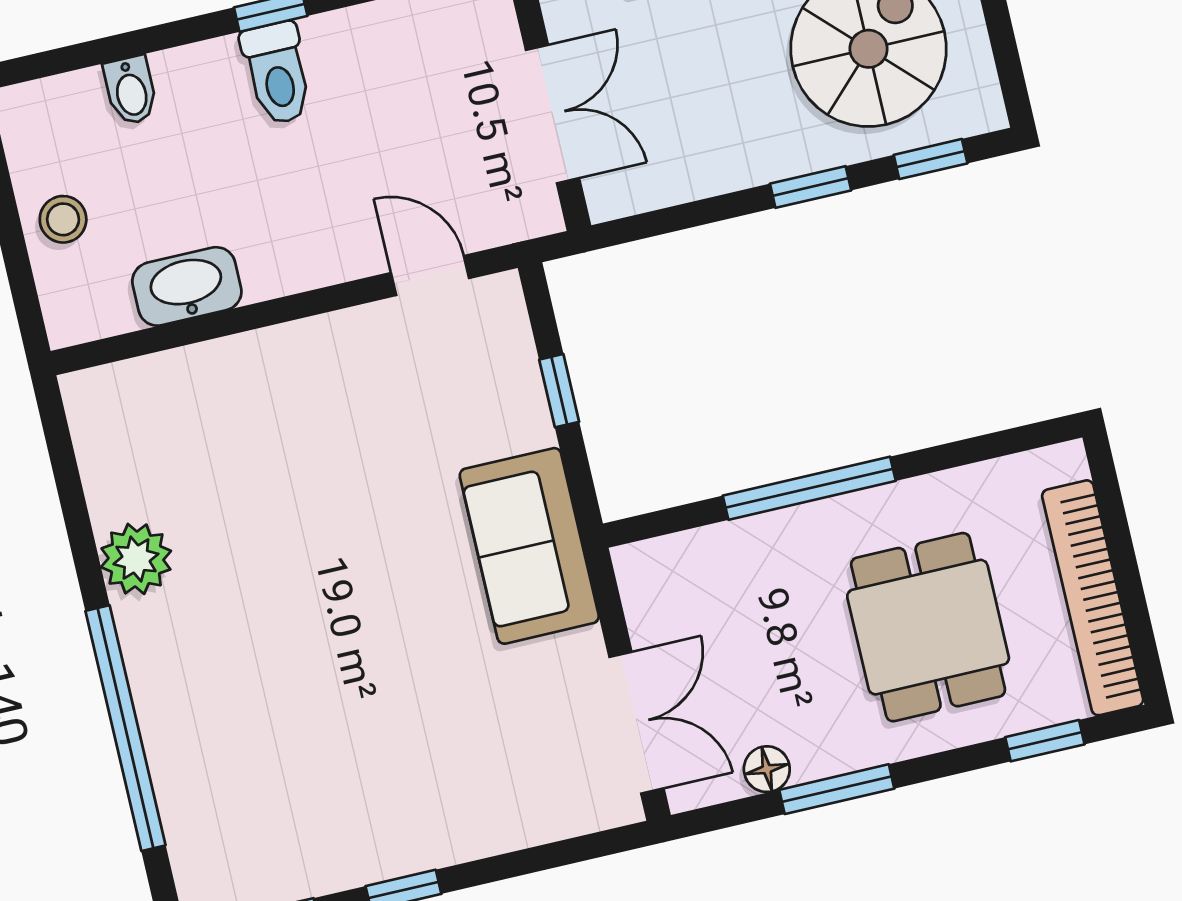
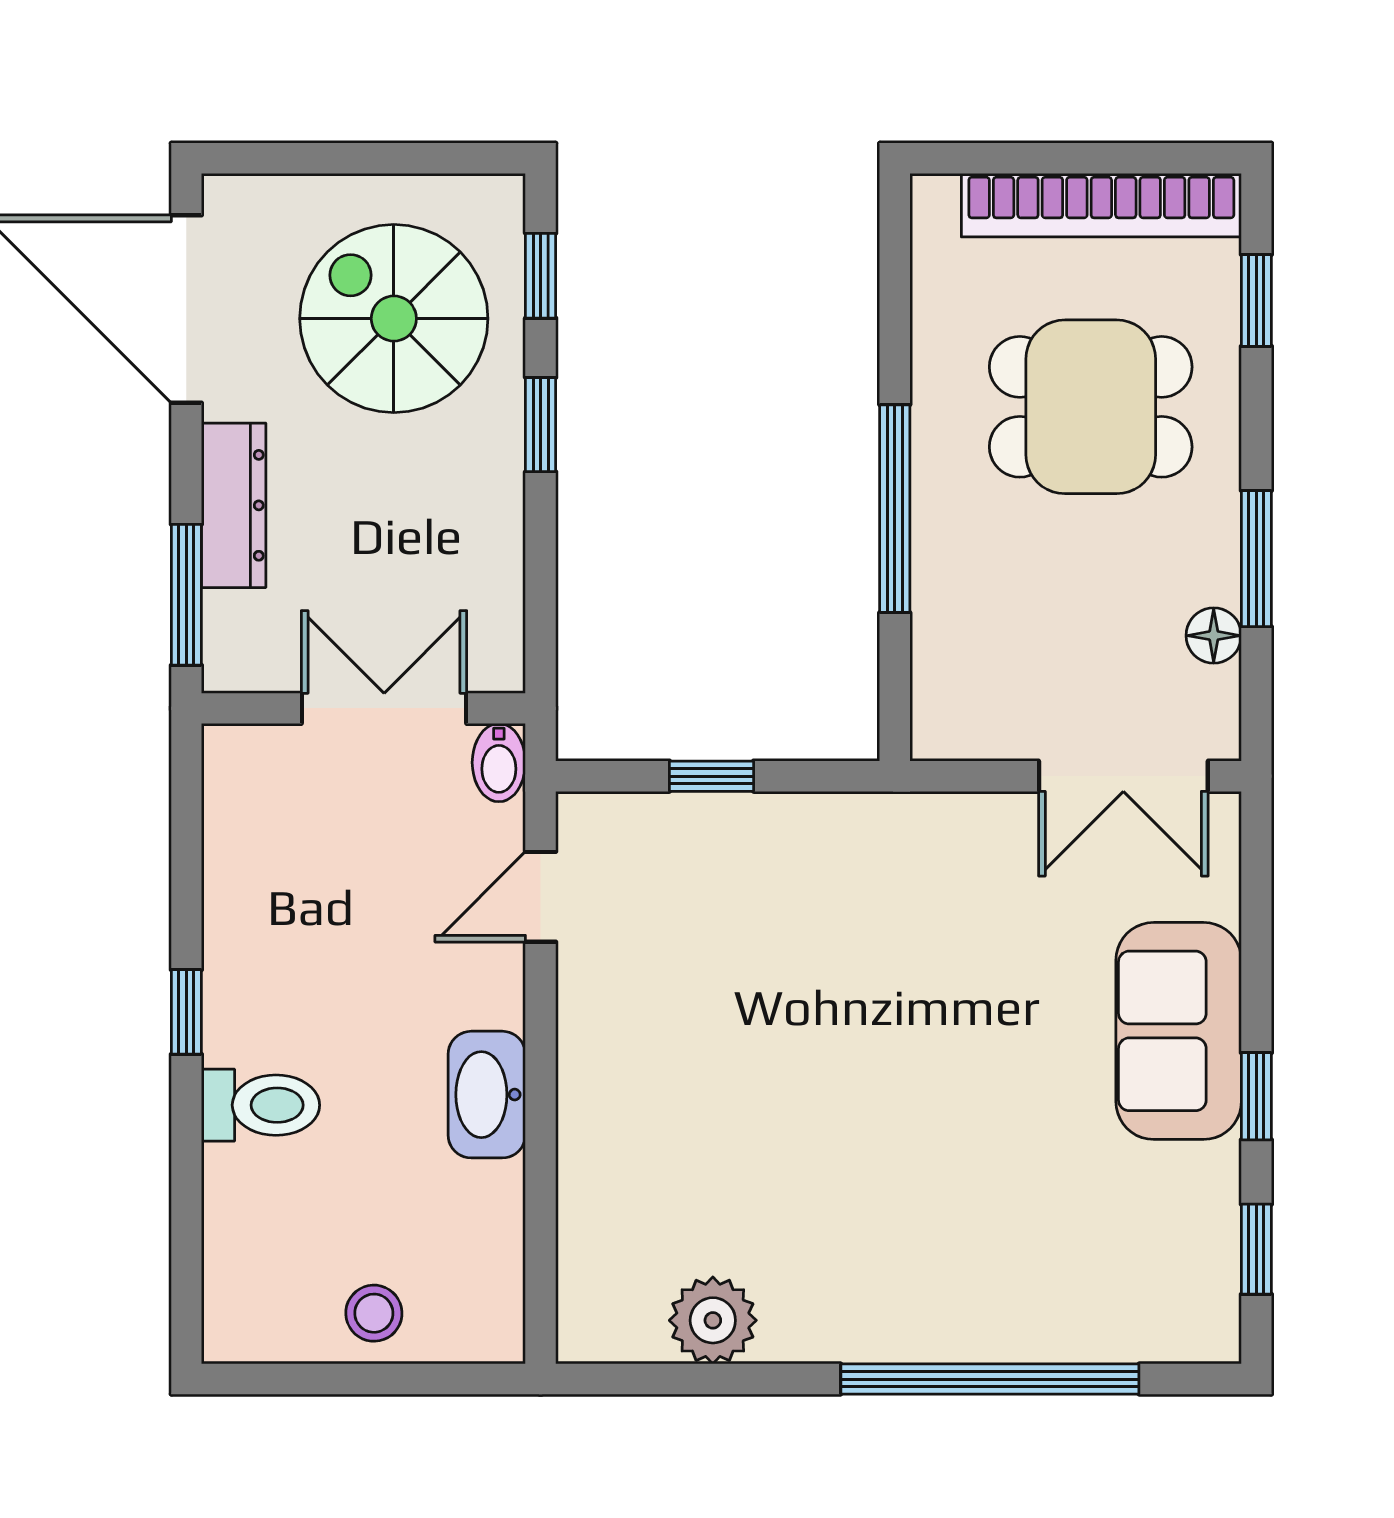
toilet: (277, 73) -> (261, 1105), moved
bidet: (131, 90) -> (499, 763), moved, turned 90
washbasin: (187, 286) -> (487, 1095), moved
sofa: (529, 546) -> (1179, 1031), moved, turned 90
plant: (136, 559) -> (713, 1320), moved
double door: (636, 723) -> (1123, 776), swing flipped

